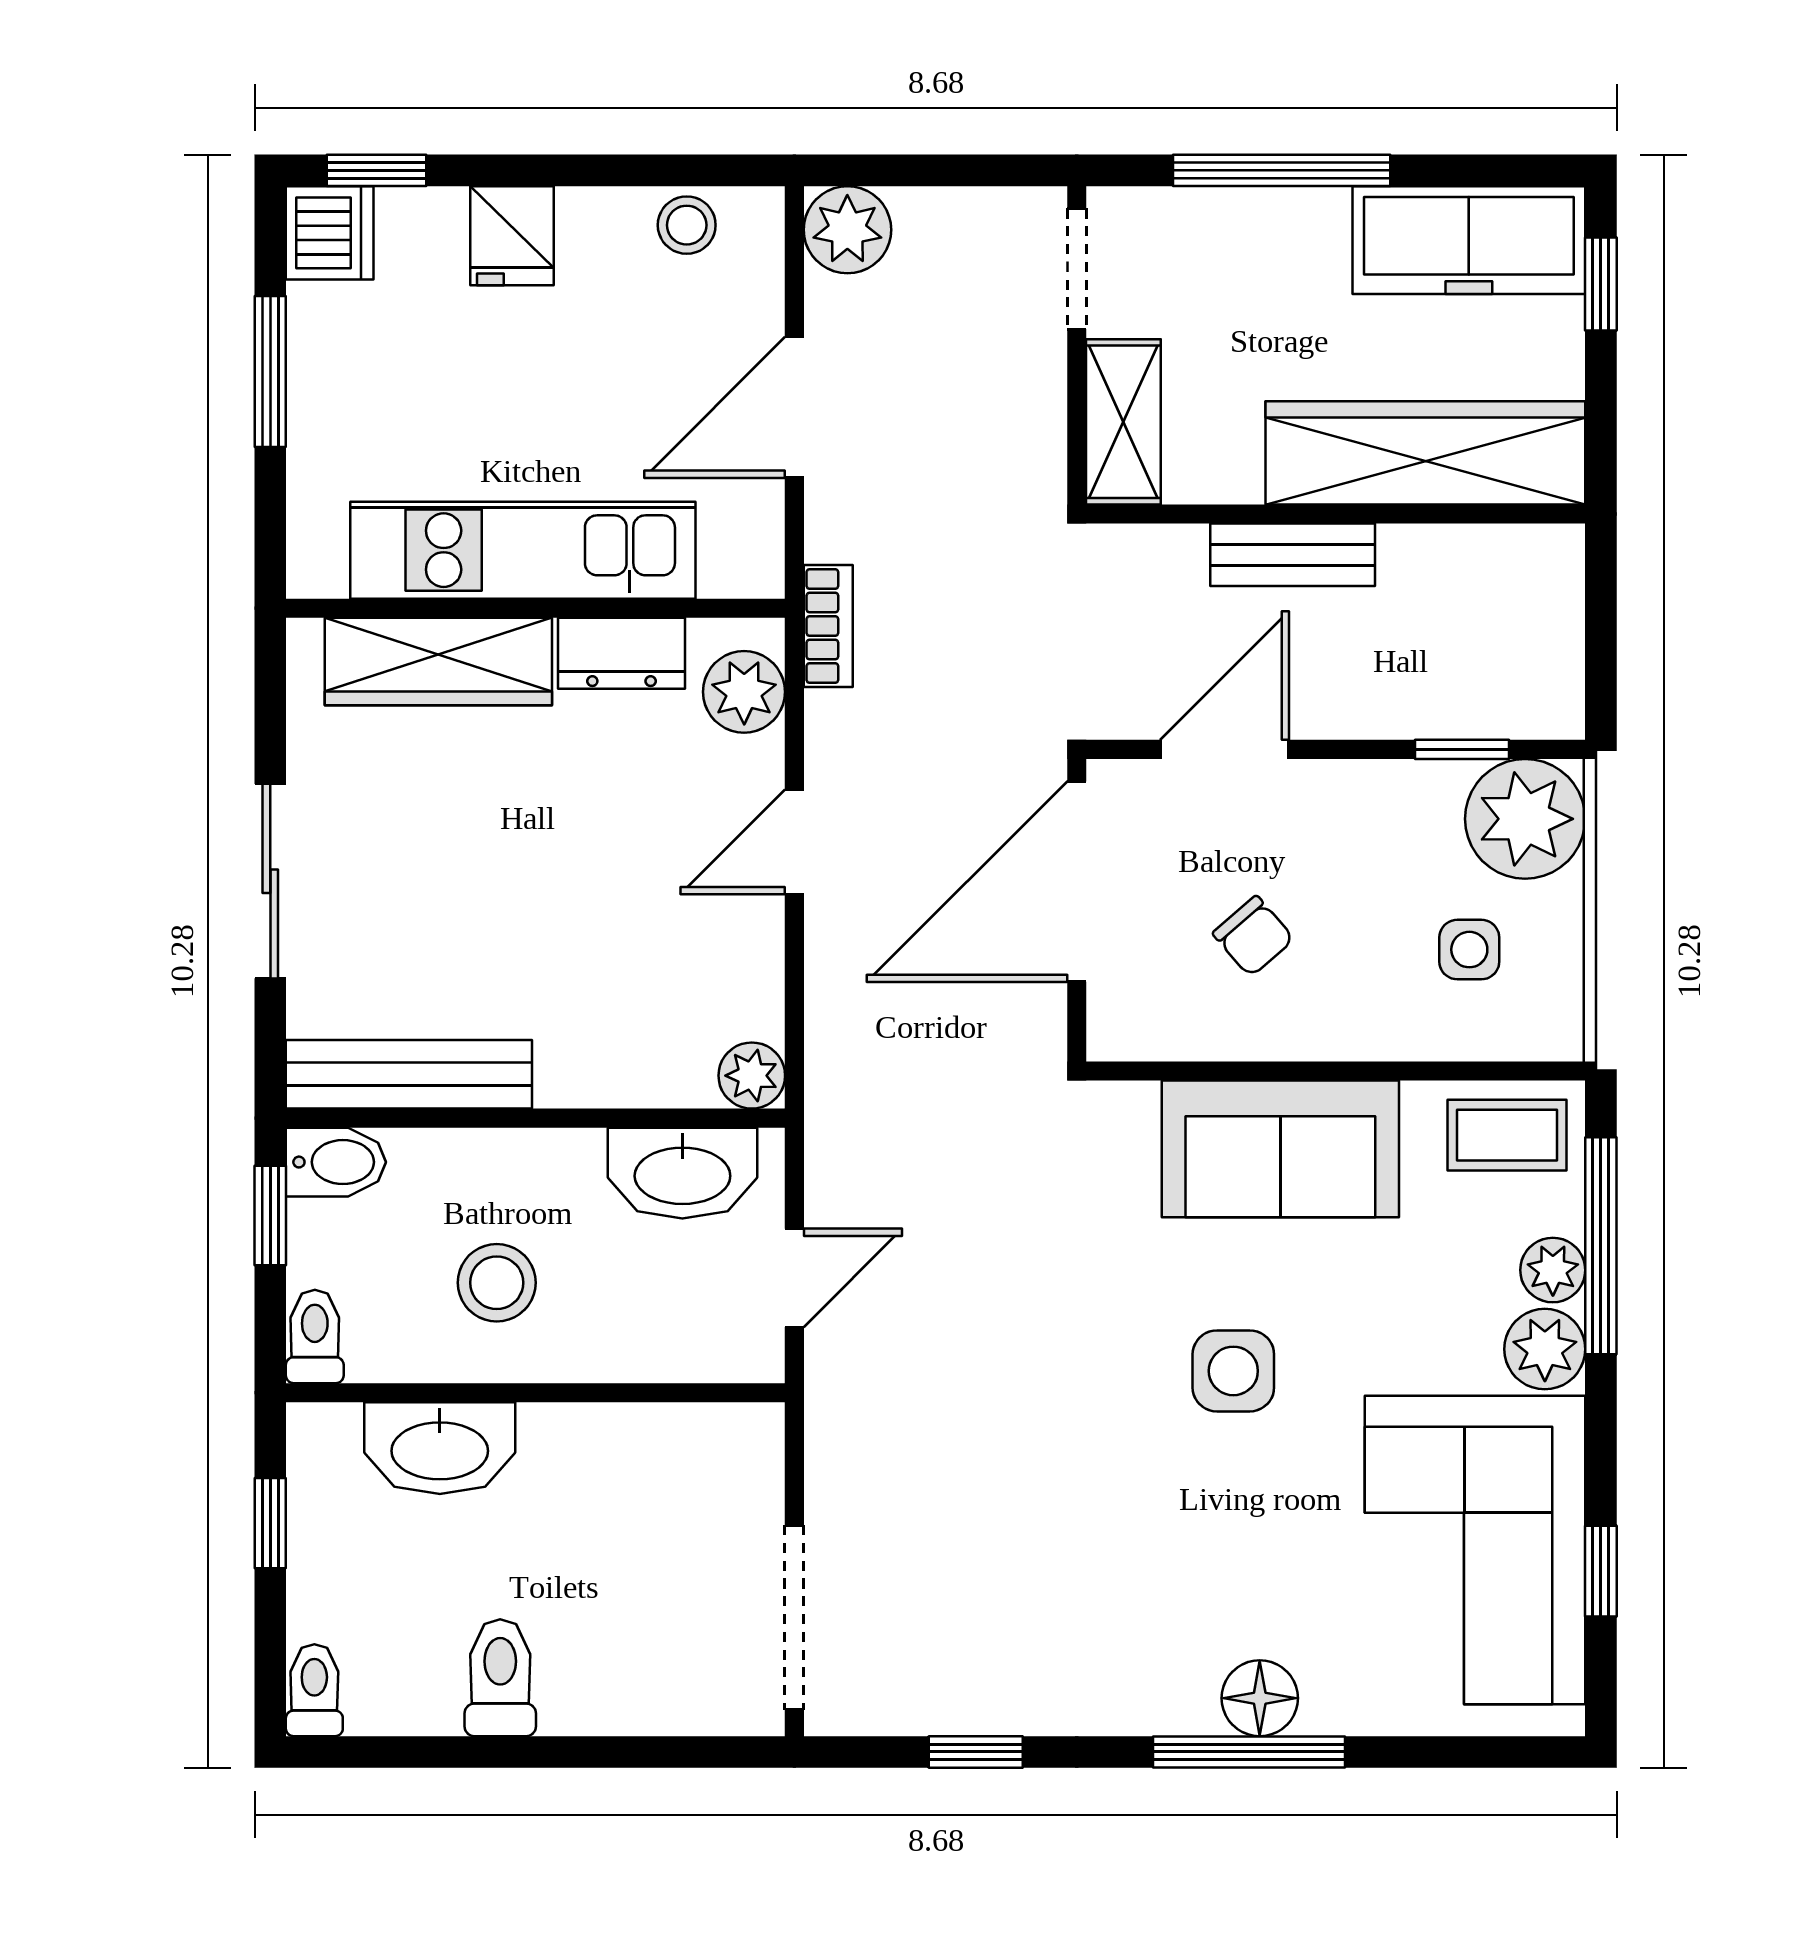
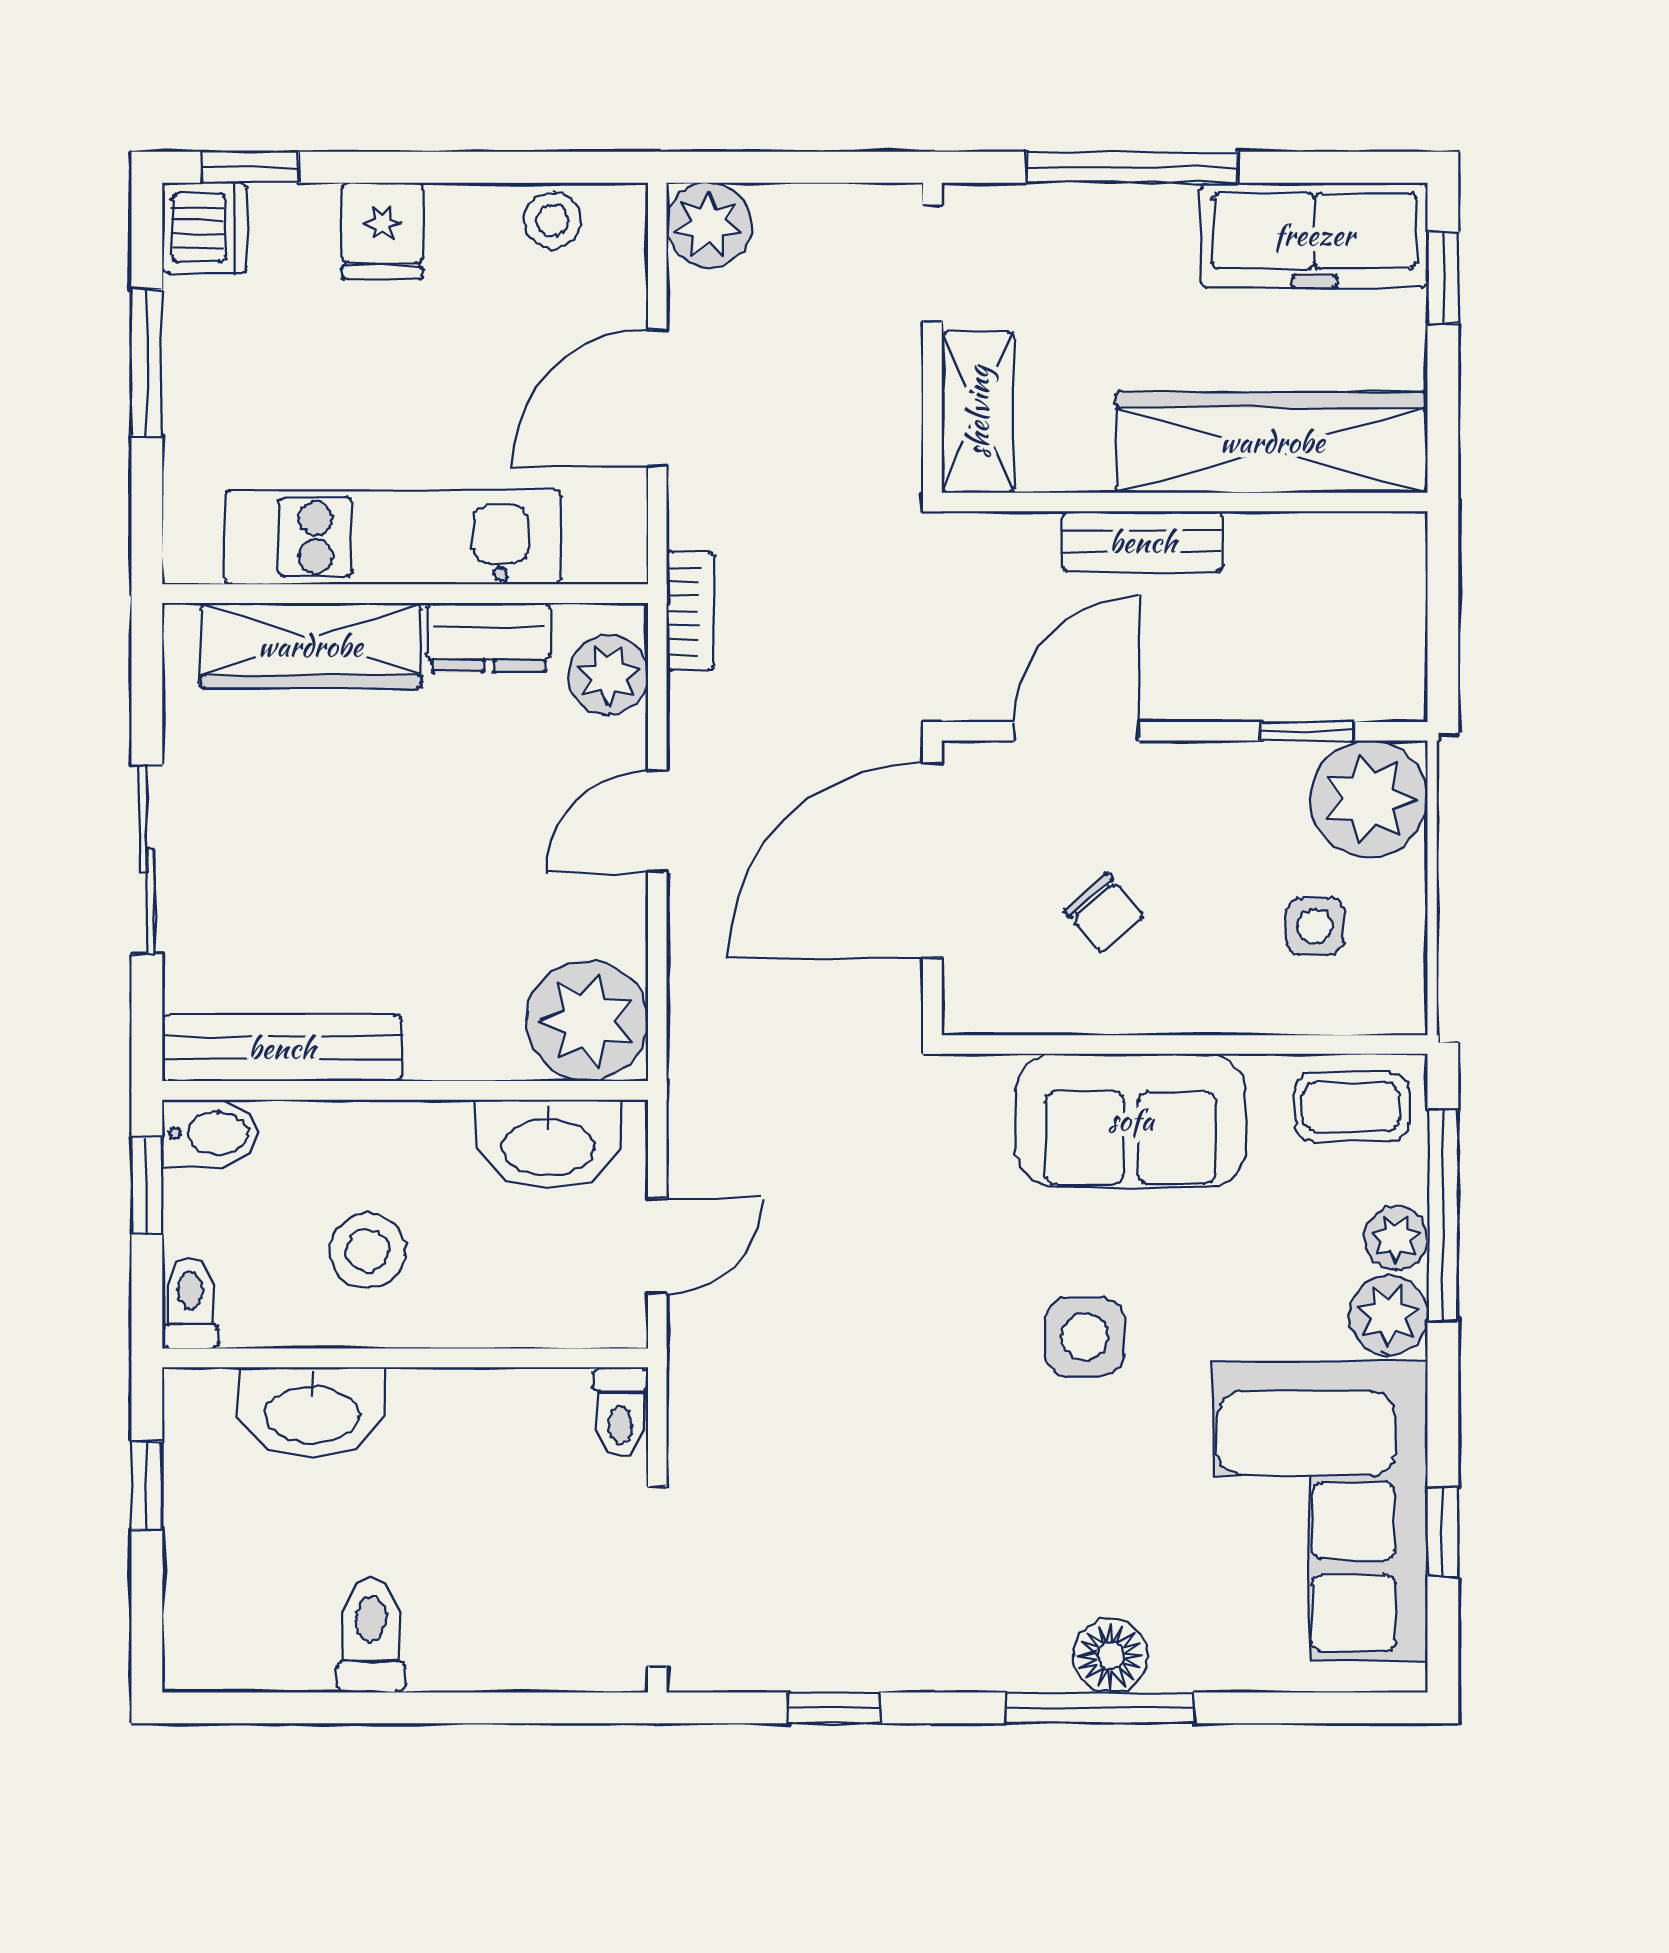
plant: (752, 1076) -> (588, 1021), width x1.88, depth x1.88
toilet: (314, 1690) -> (621, 1412), moved, turned 180

